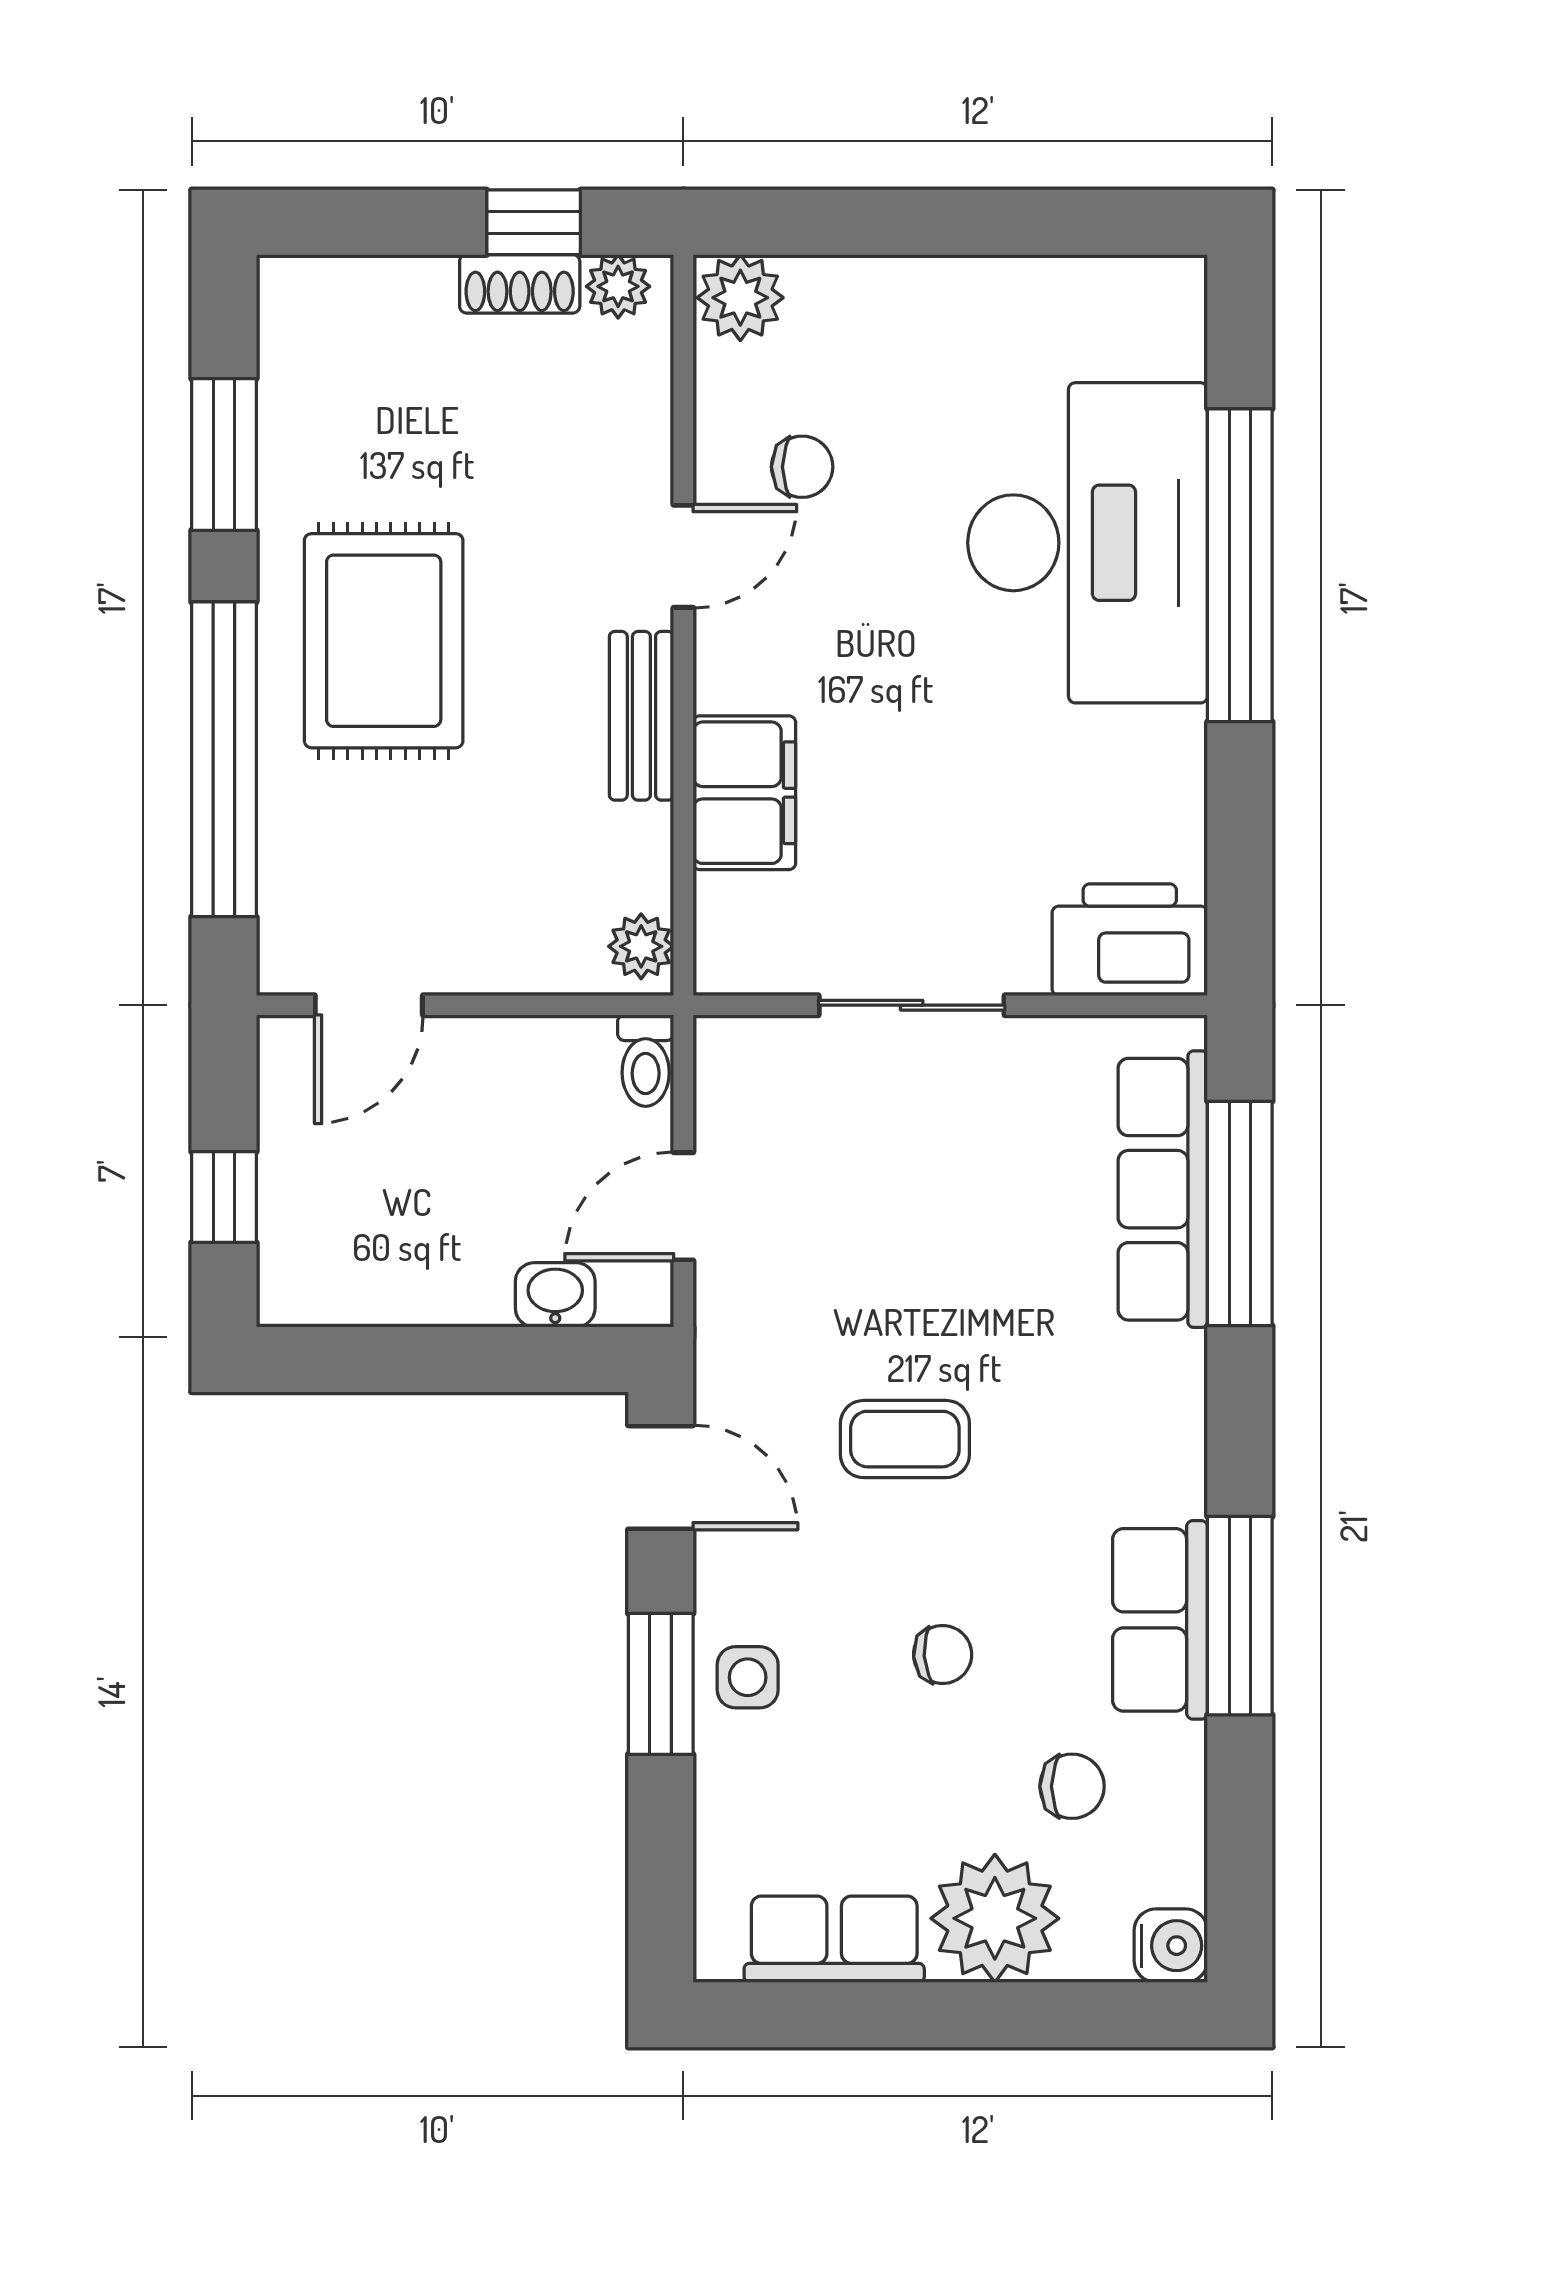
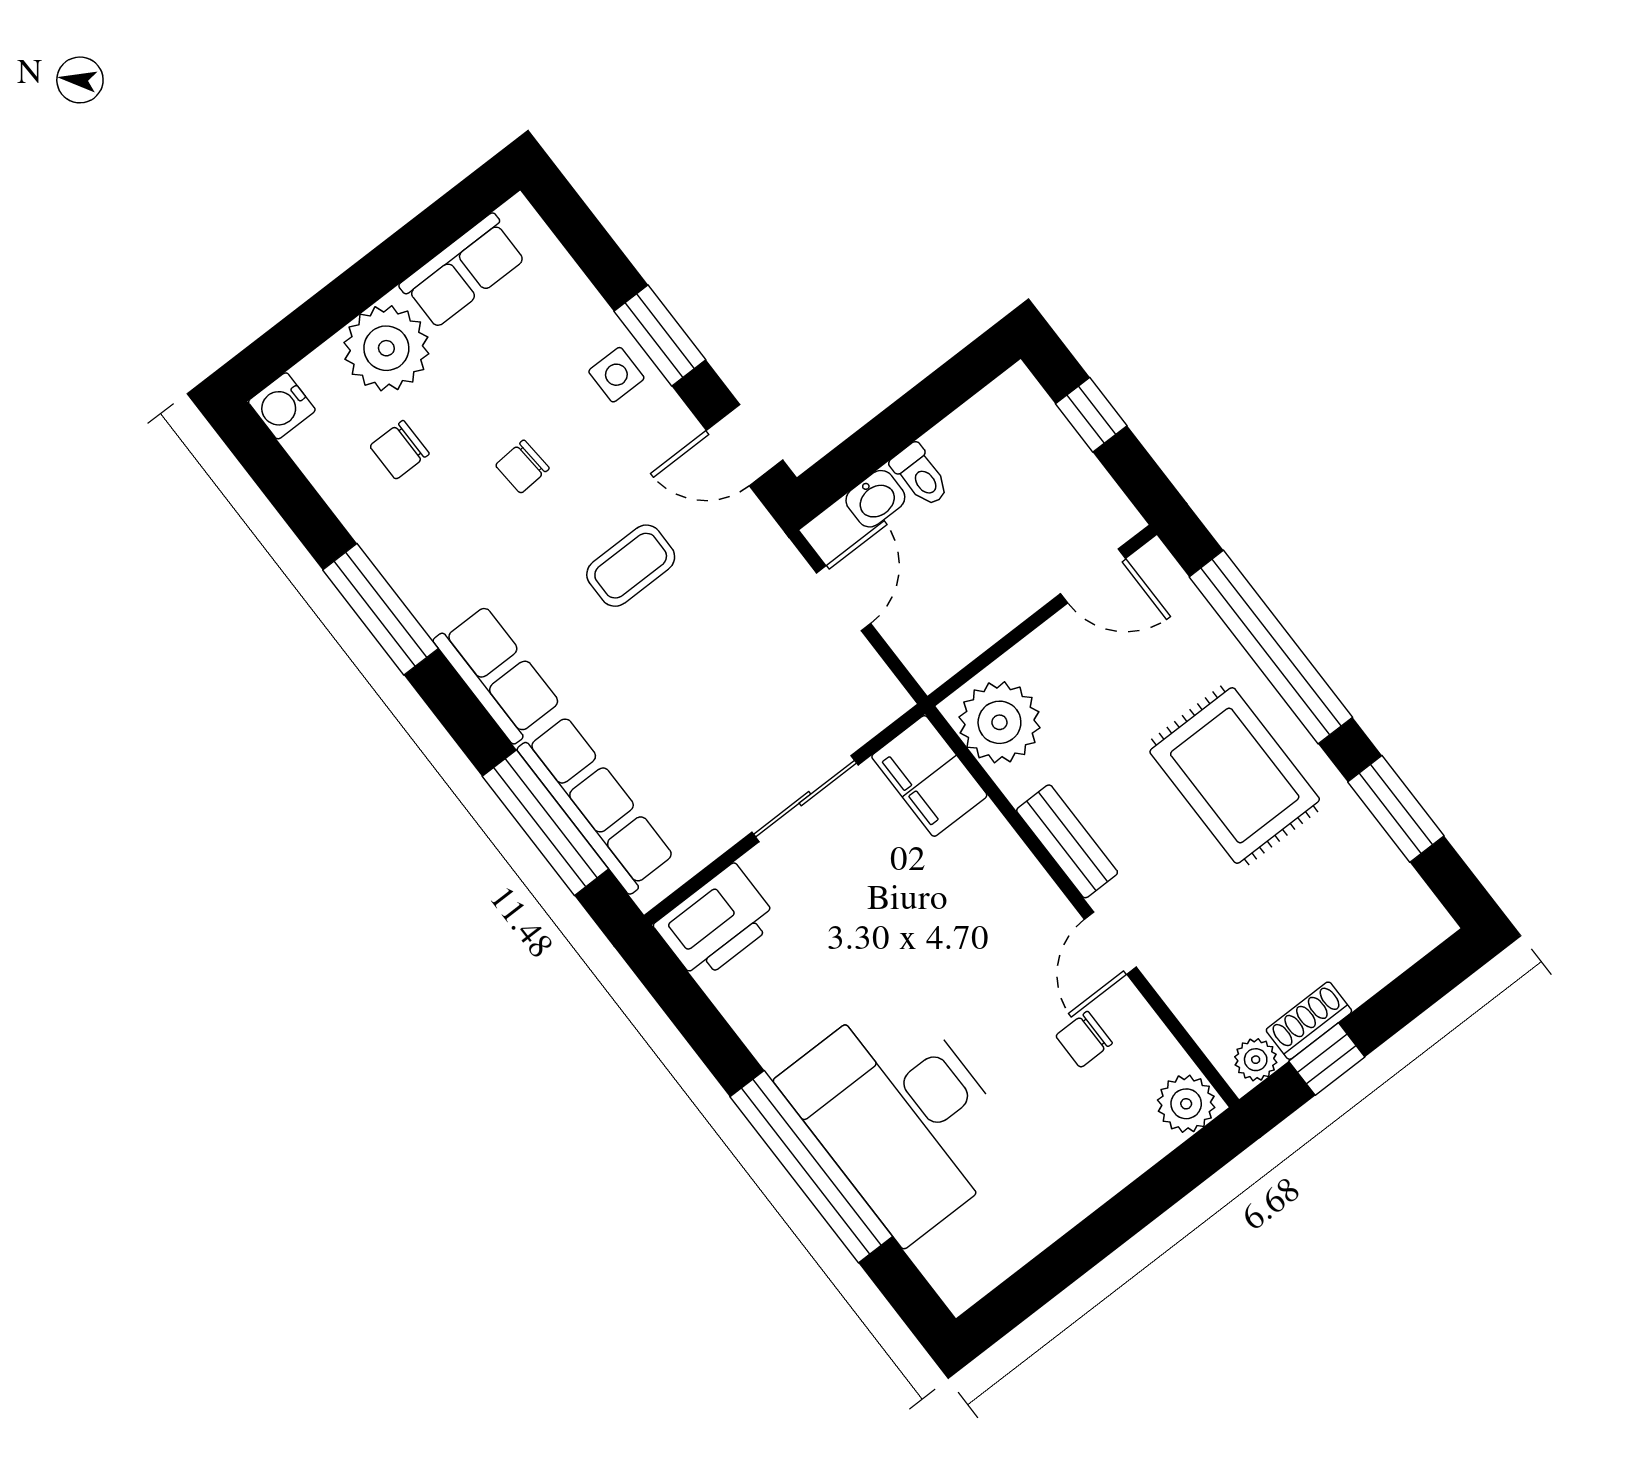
filing cabinet: (744, 793) -> (929, 776), moved
plant: (641, 946) -> (999, 722), width x1.87, depth x1.87
door: (369, 1005) -> (1093, 576), swing flipped
toilet: (646, 1061) -> (920, 475), moved, turned 180
row of seats: (1160, 1620) -> (498, 673), moved

